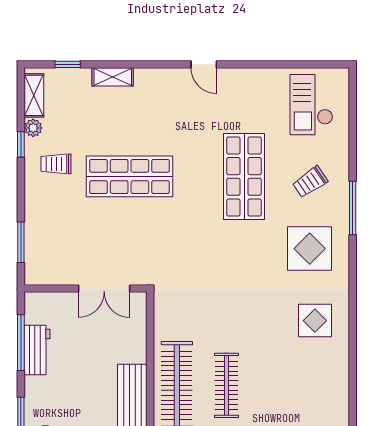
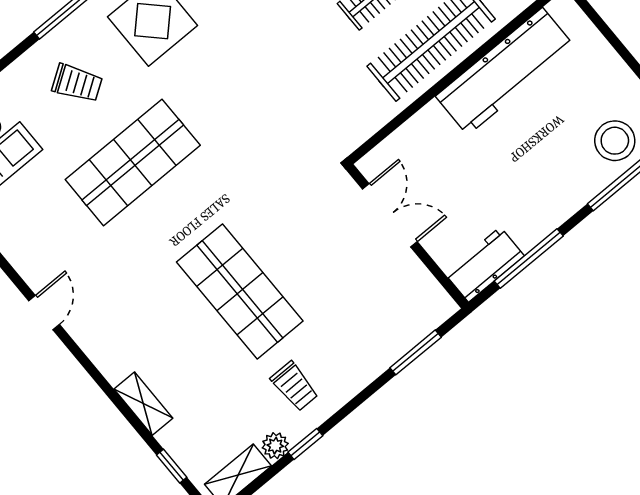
workbench: (37, 350) -> (484, 265), moved

